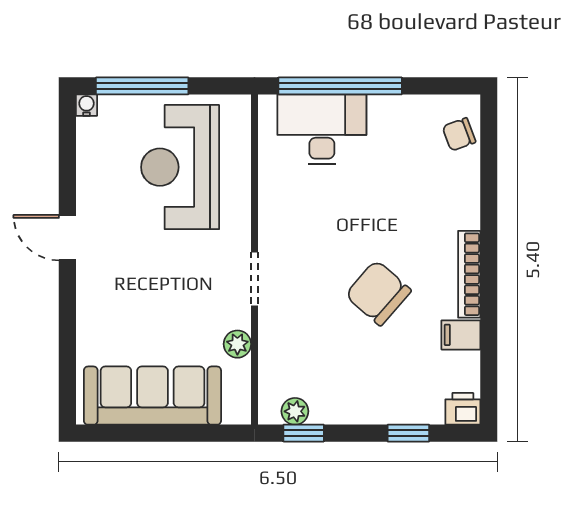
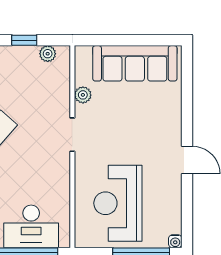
reception desk: (180, 167) -> (118, 203), turned 180
window: (304, 433) -> (24, 40), moved

